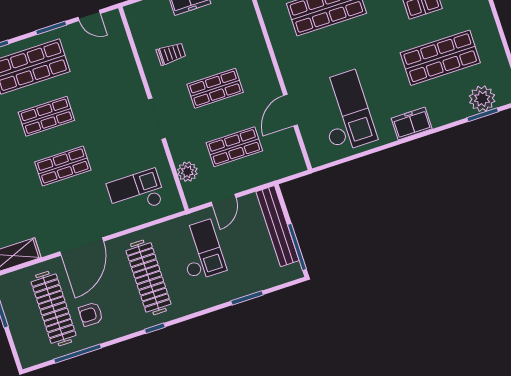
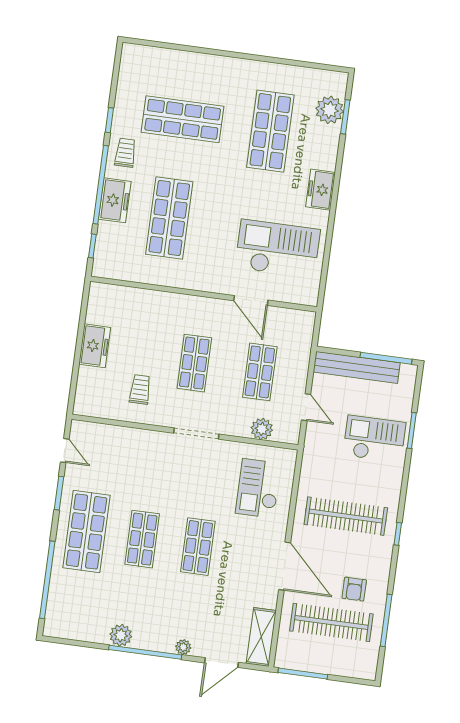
door: (89, 15) -> (65, 451), hinge flipped
checkout: (201, 250) -> (374, 439), moved

